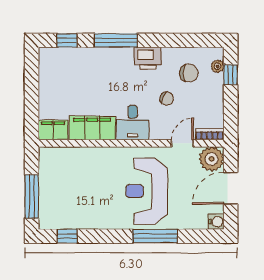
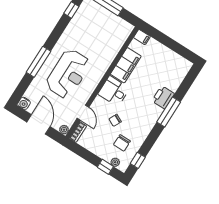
window: (67, 40) -> (138, 160), moved
printer: (148, 58) -> (163, 97), moved
filing cabinet: (53, 130) -> (142, 37), width x0.50
plant: (212, 159) -> (64, 130), width x0.53, depth x0.53
reception desk: (147, 191) -> (68, 74), turned 90

